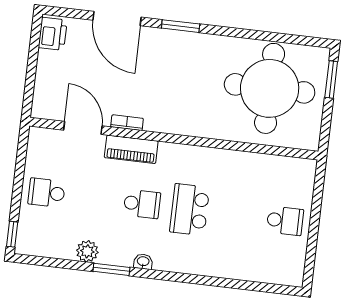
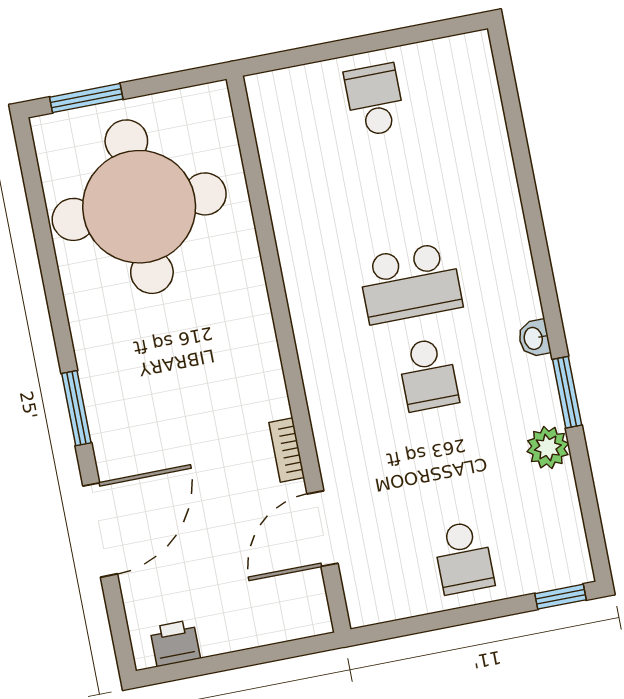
printer: (53, 34) -> (175, 643), width x0.73, depth x0.81
piano: (131, 149) -> (333, 427), removed
school desk: (142, 204) -> (428, 374), turned 180

